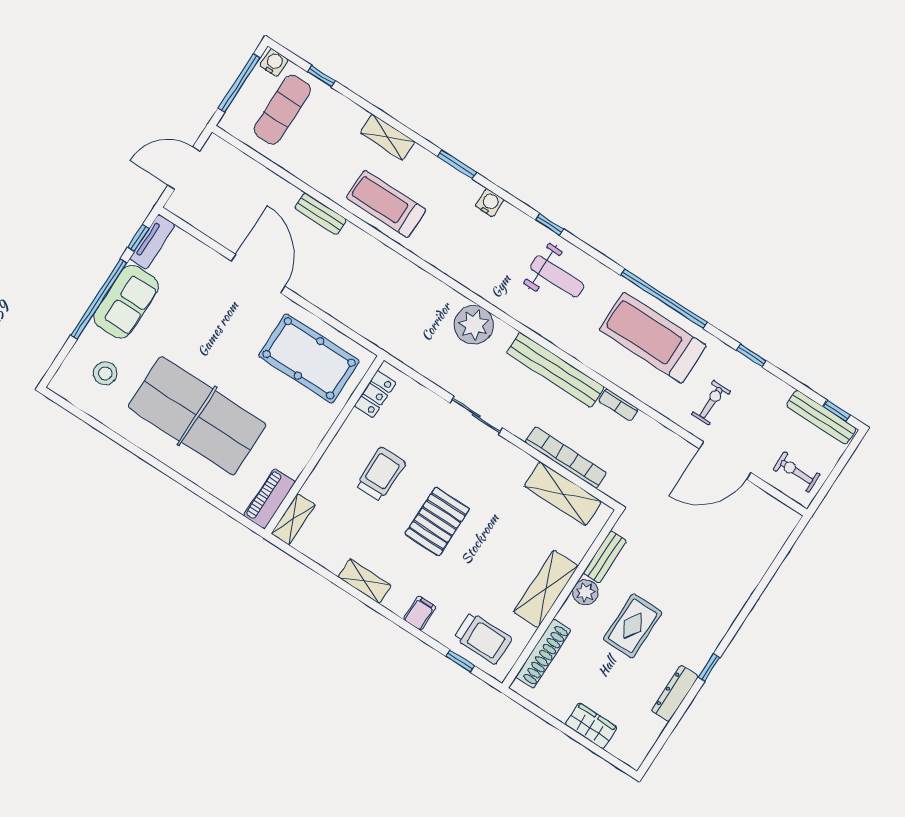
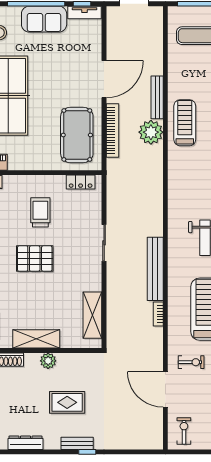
bench: (321, 214) -> (157, 97), width x1.36
plant: (474, 325) -> (151, 132), moved
bookcase: (566, 458) -> (112, 131), moved
trolley: (381, 474) -> (40, 212), turned -90
bench: (605, 557) -> (77, 443), moved
rug: (633, 626) -> (67, 402), moved
window: (709, 667) -> (87, 452), moved

